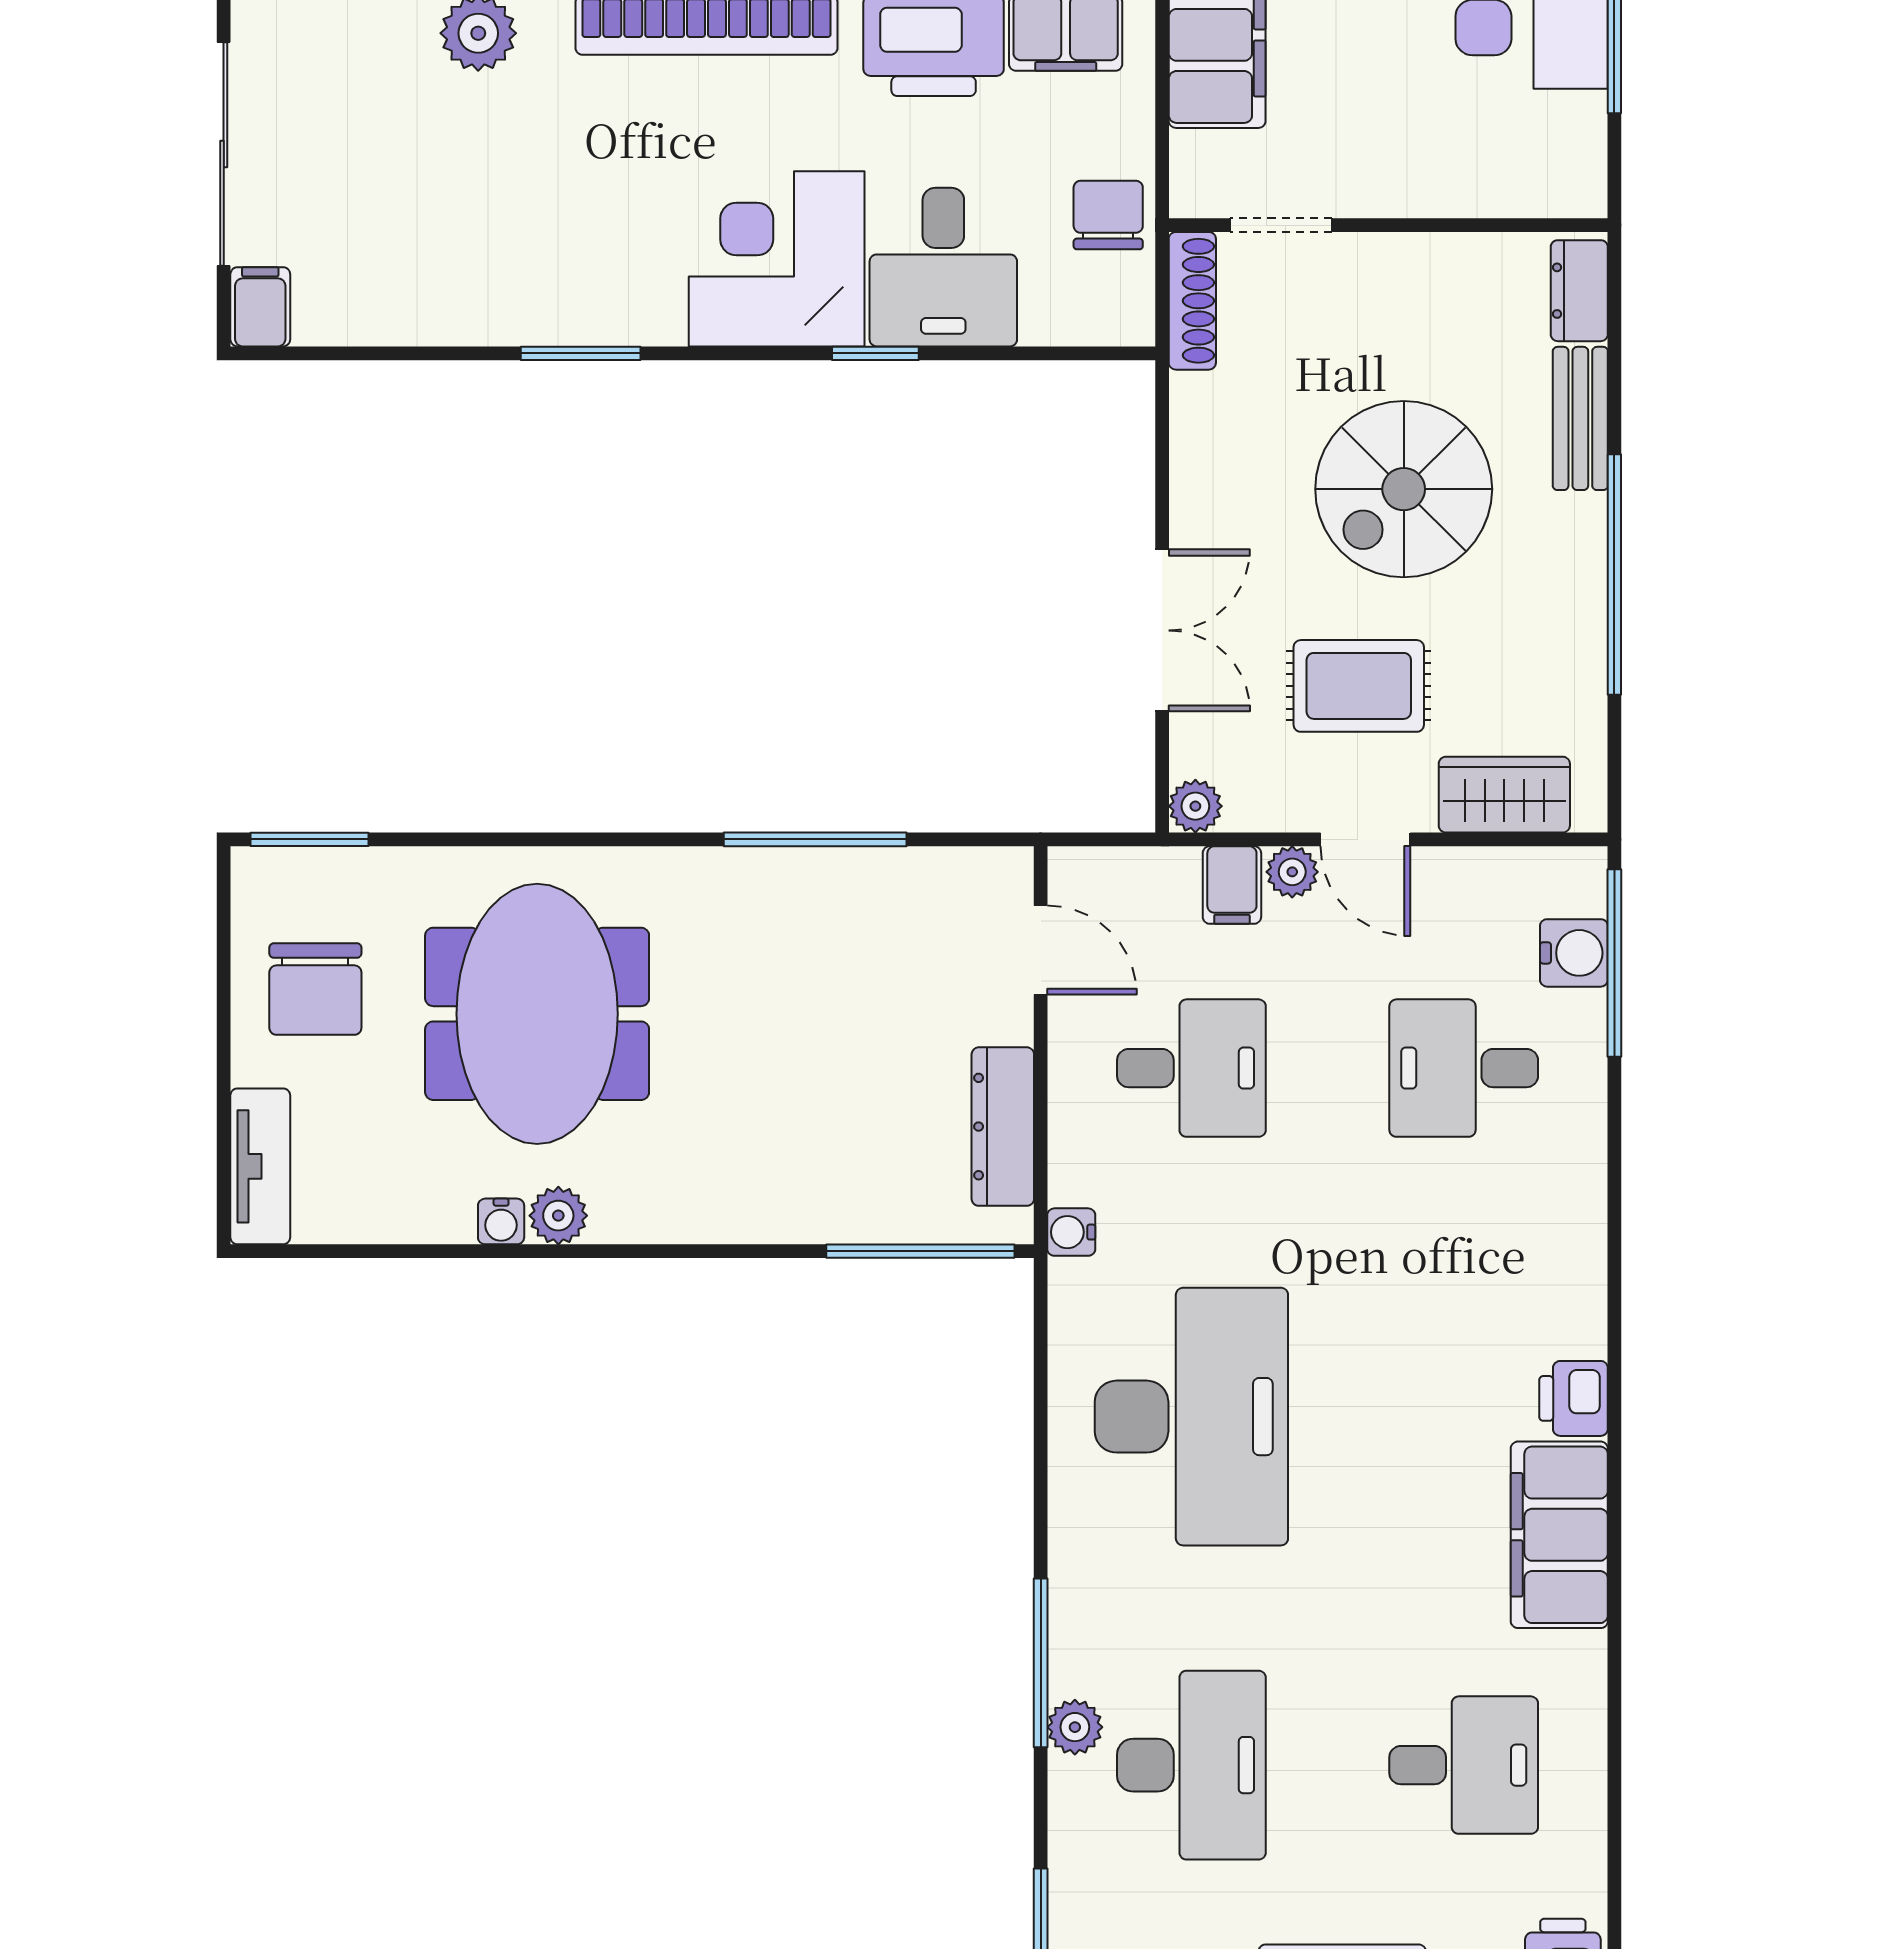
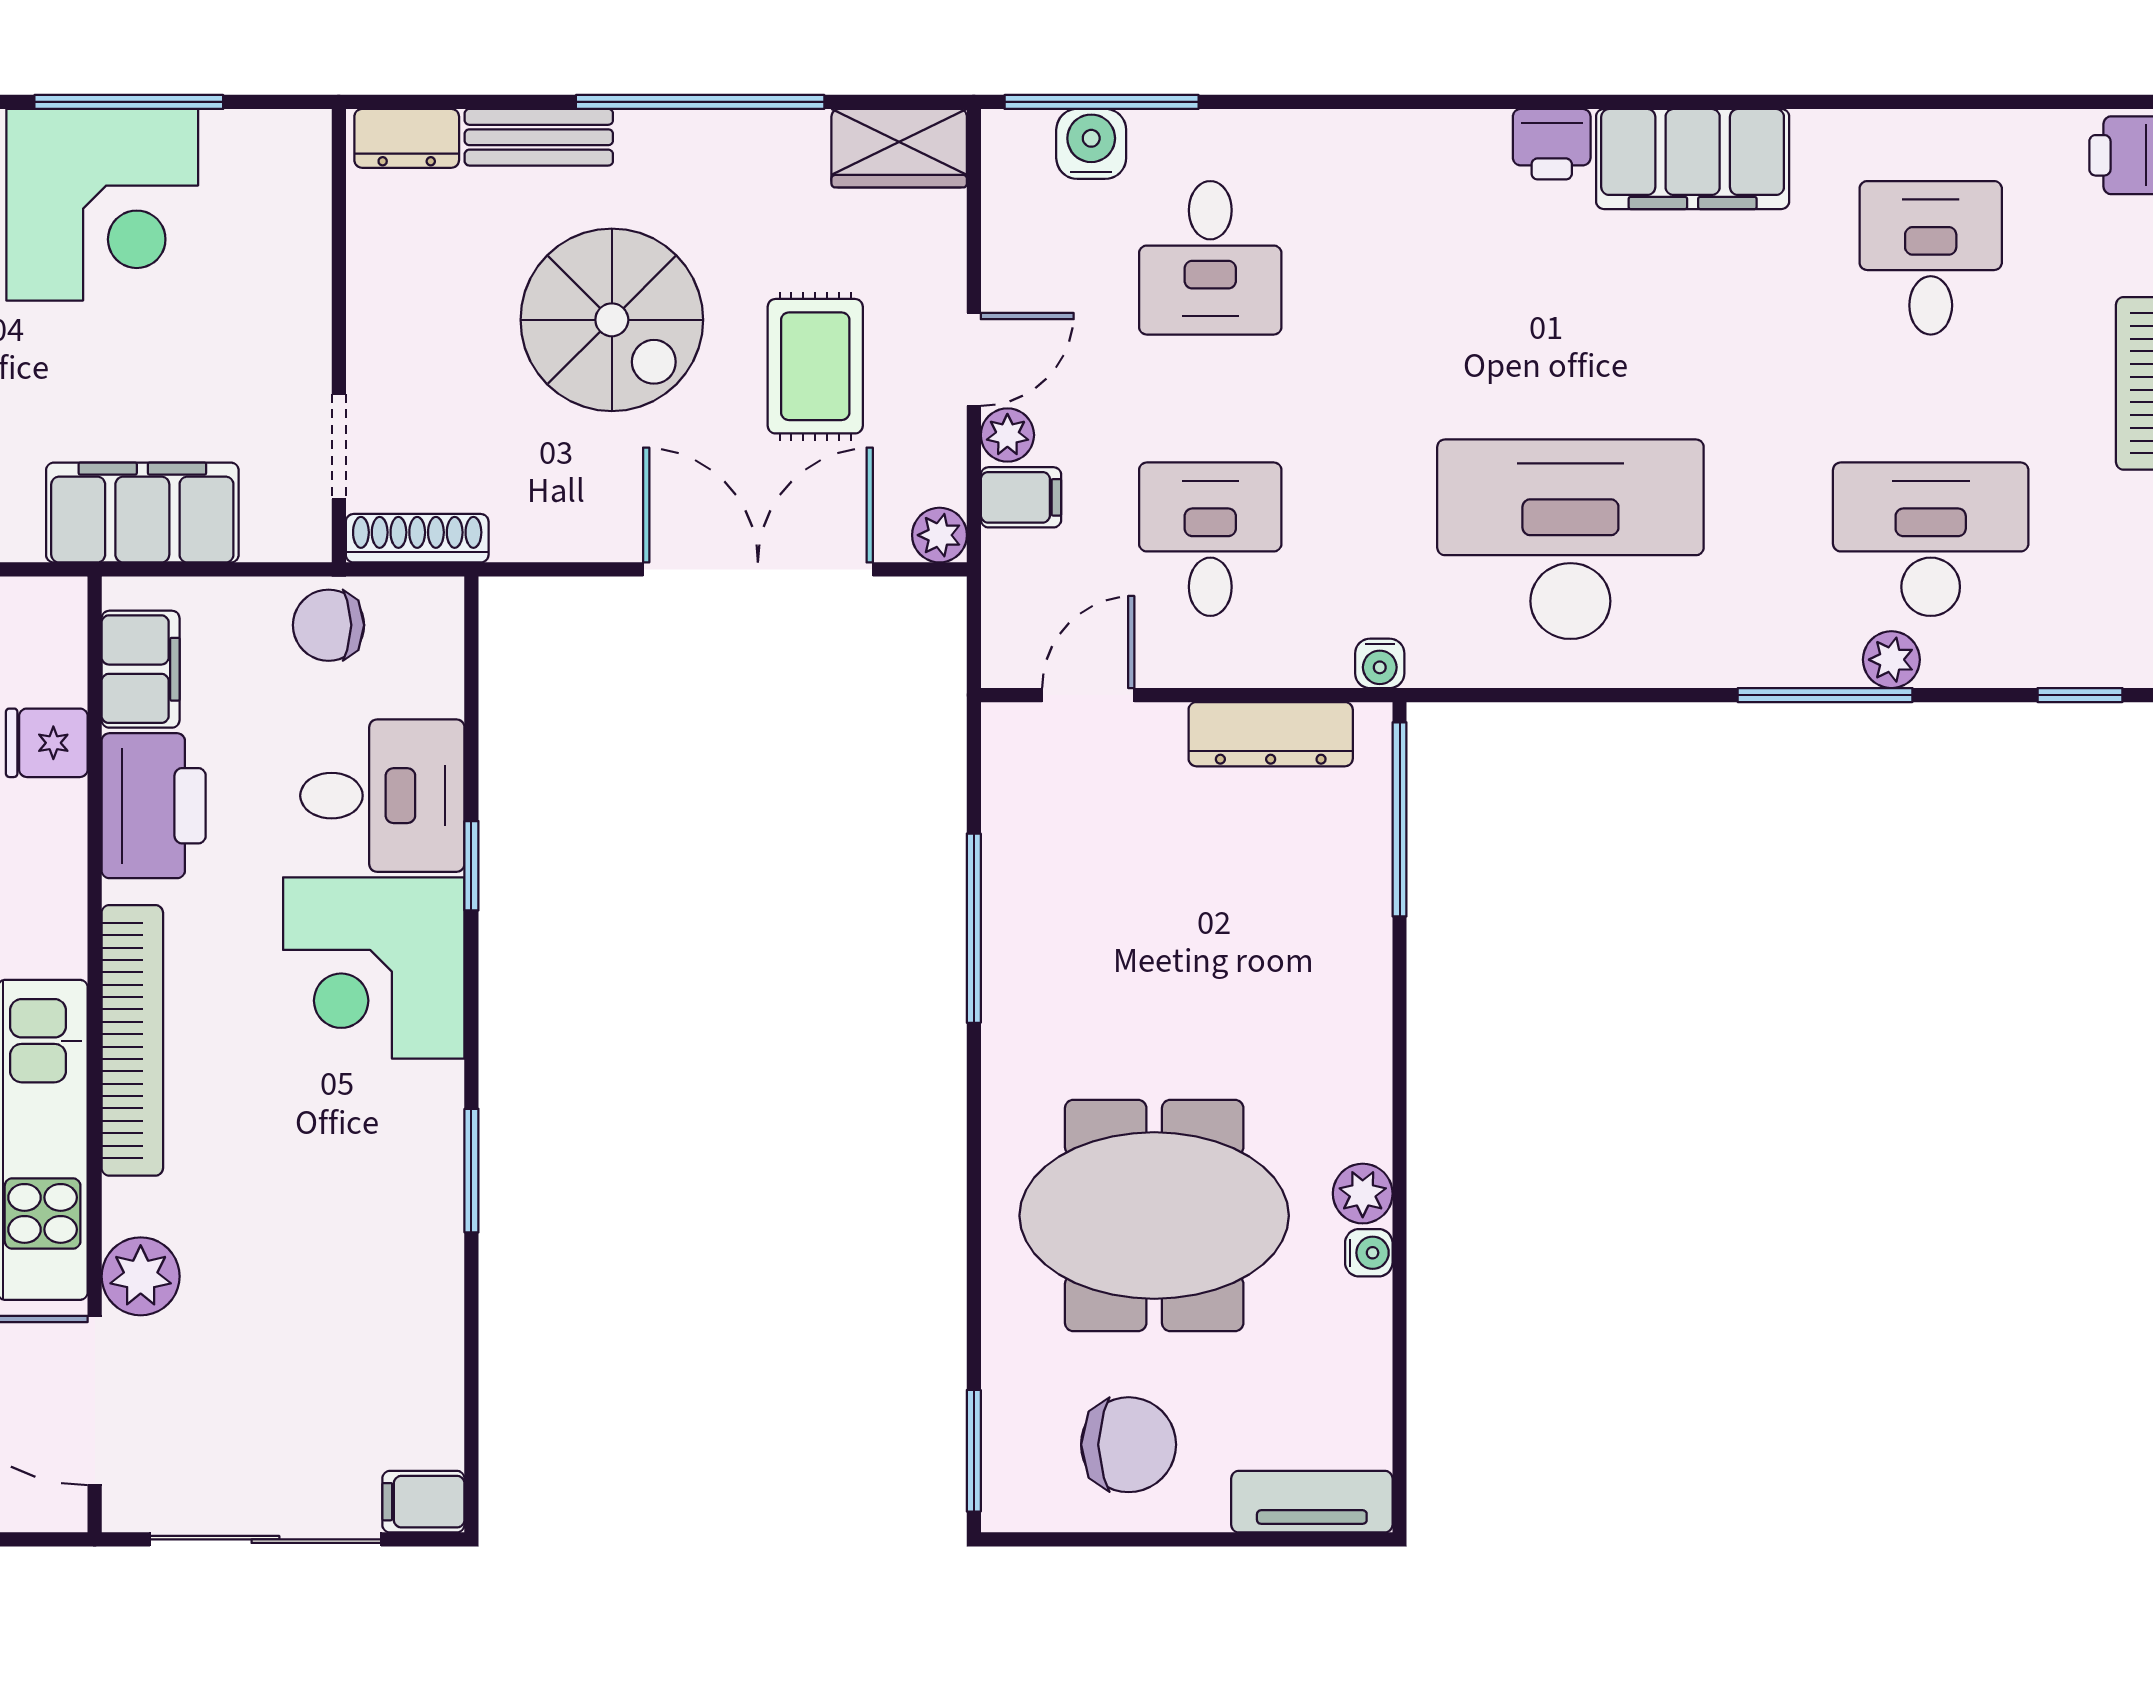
double door: (1162, 630) -> (758, 569), width x1.37
wardrobe: (1504, 795) -> (899, 148), moved, turned -90

